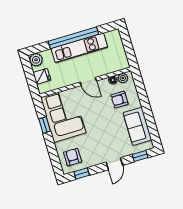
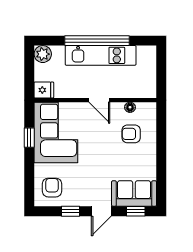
fridge: (42, 76) -> (44, 90), moved
plant: (123, 78) -> (143, 109), removed
sofa: (137, 126) -> (134, 194), moved, turned 90
window: (82, 174) -> (71, 211), moved

